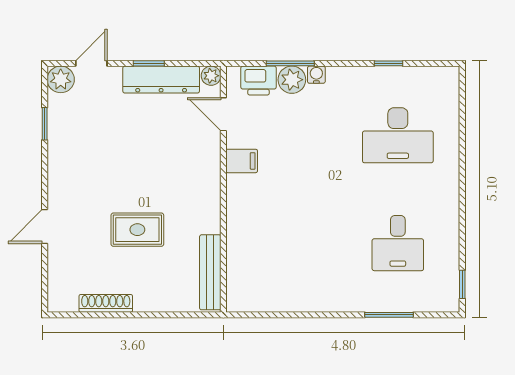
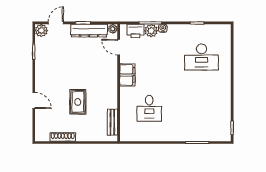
filing cabinet: (242, 161) -> (127, 75), width x2.00
door: (45, 226) -> (34, 100), swing flipped
rug: (137, 230) -> (78, 102), turned 90
desk: (398, 243) -> (149, 108), moved
bench: (210, 272) -> (112, 122), width x0.73

